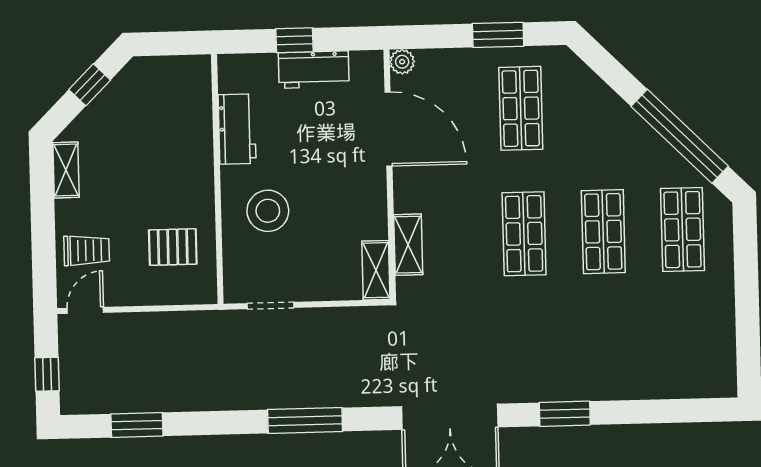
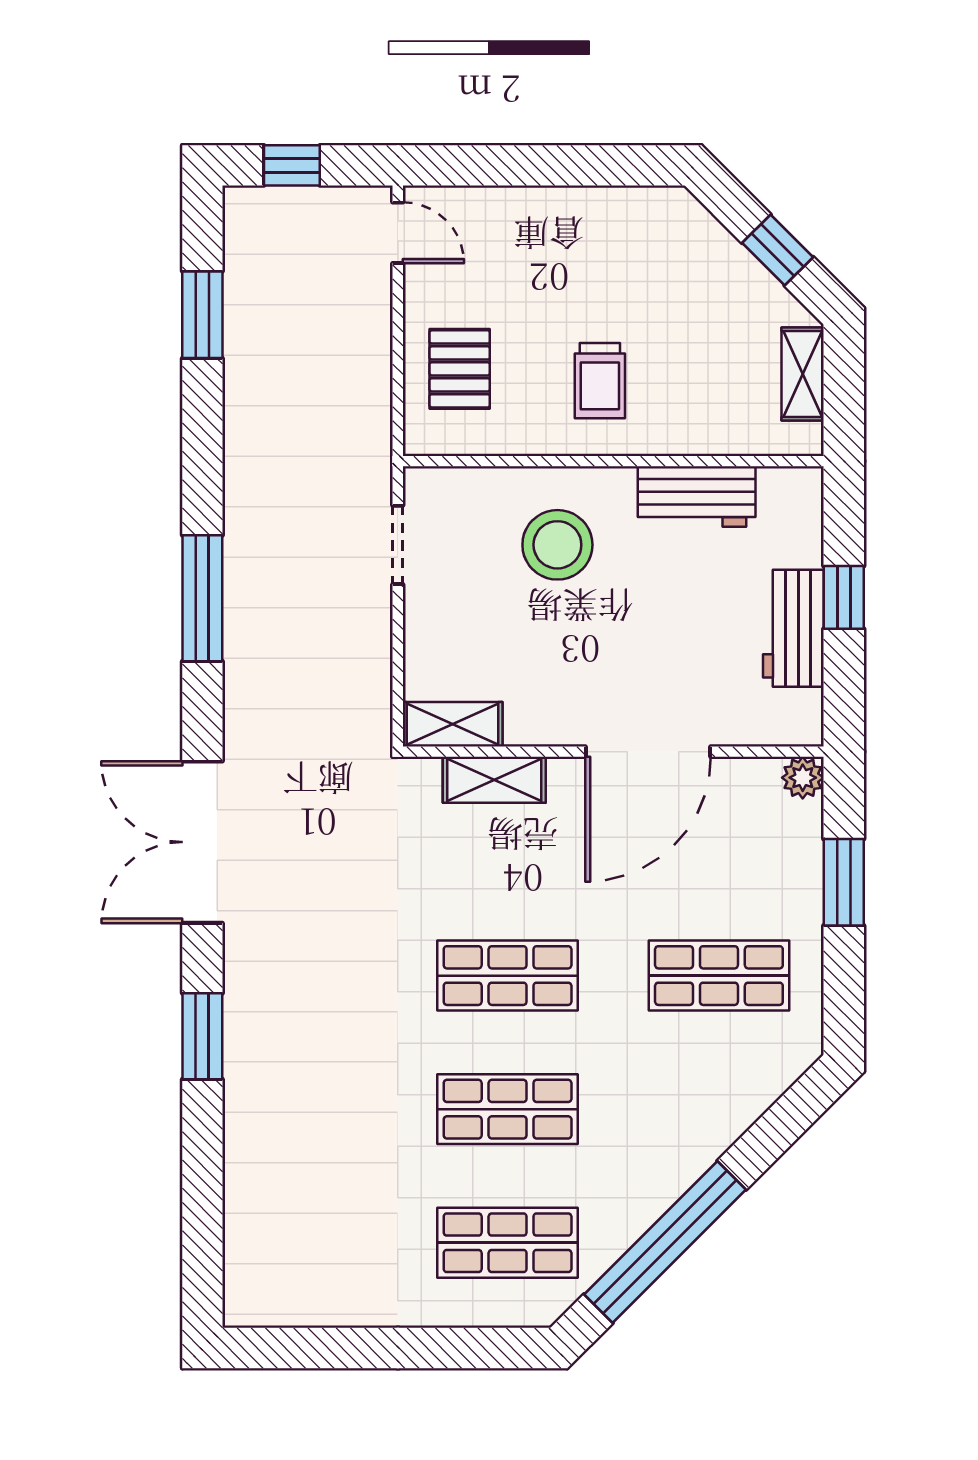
window: (498, 35) -> (844, 882), moved
door: (388, 129) -> (648, 752), moved
shelving: (66, 170) -> (803, 374), moved, turned 90
pallet: (173, 247) -> (460, 369), moved
trolley: (87, 250) -> (600, 381), moved

